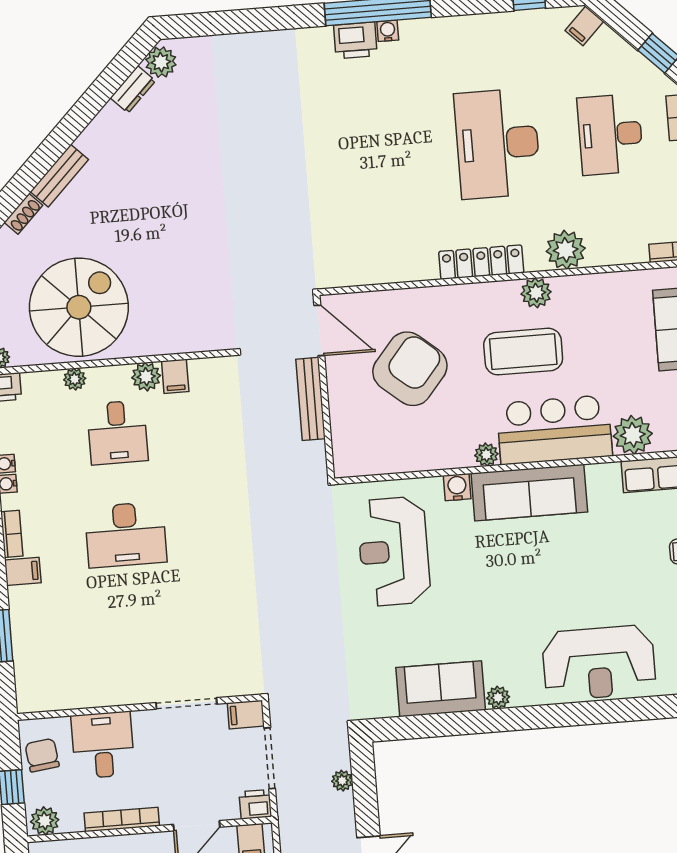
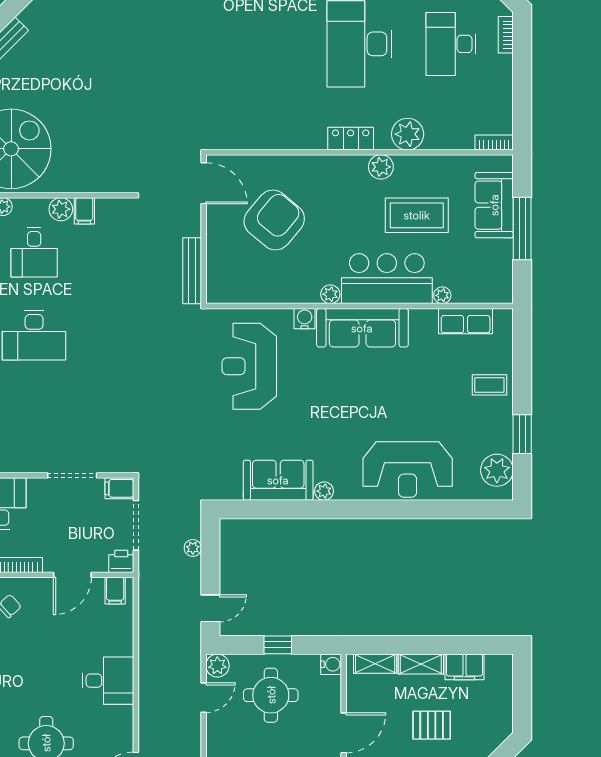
locker: (481, 262) -> (351, 139), width x0.66
coffee table: (523, 352) -> (417, 215), moved
bench: (311, 399) -> (192, 271), moved
plant: (633, 435) -> (442, 295), width x0.53, depth x0.53

